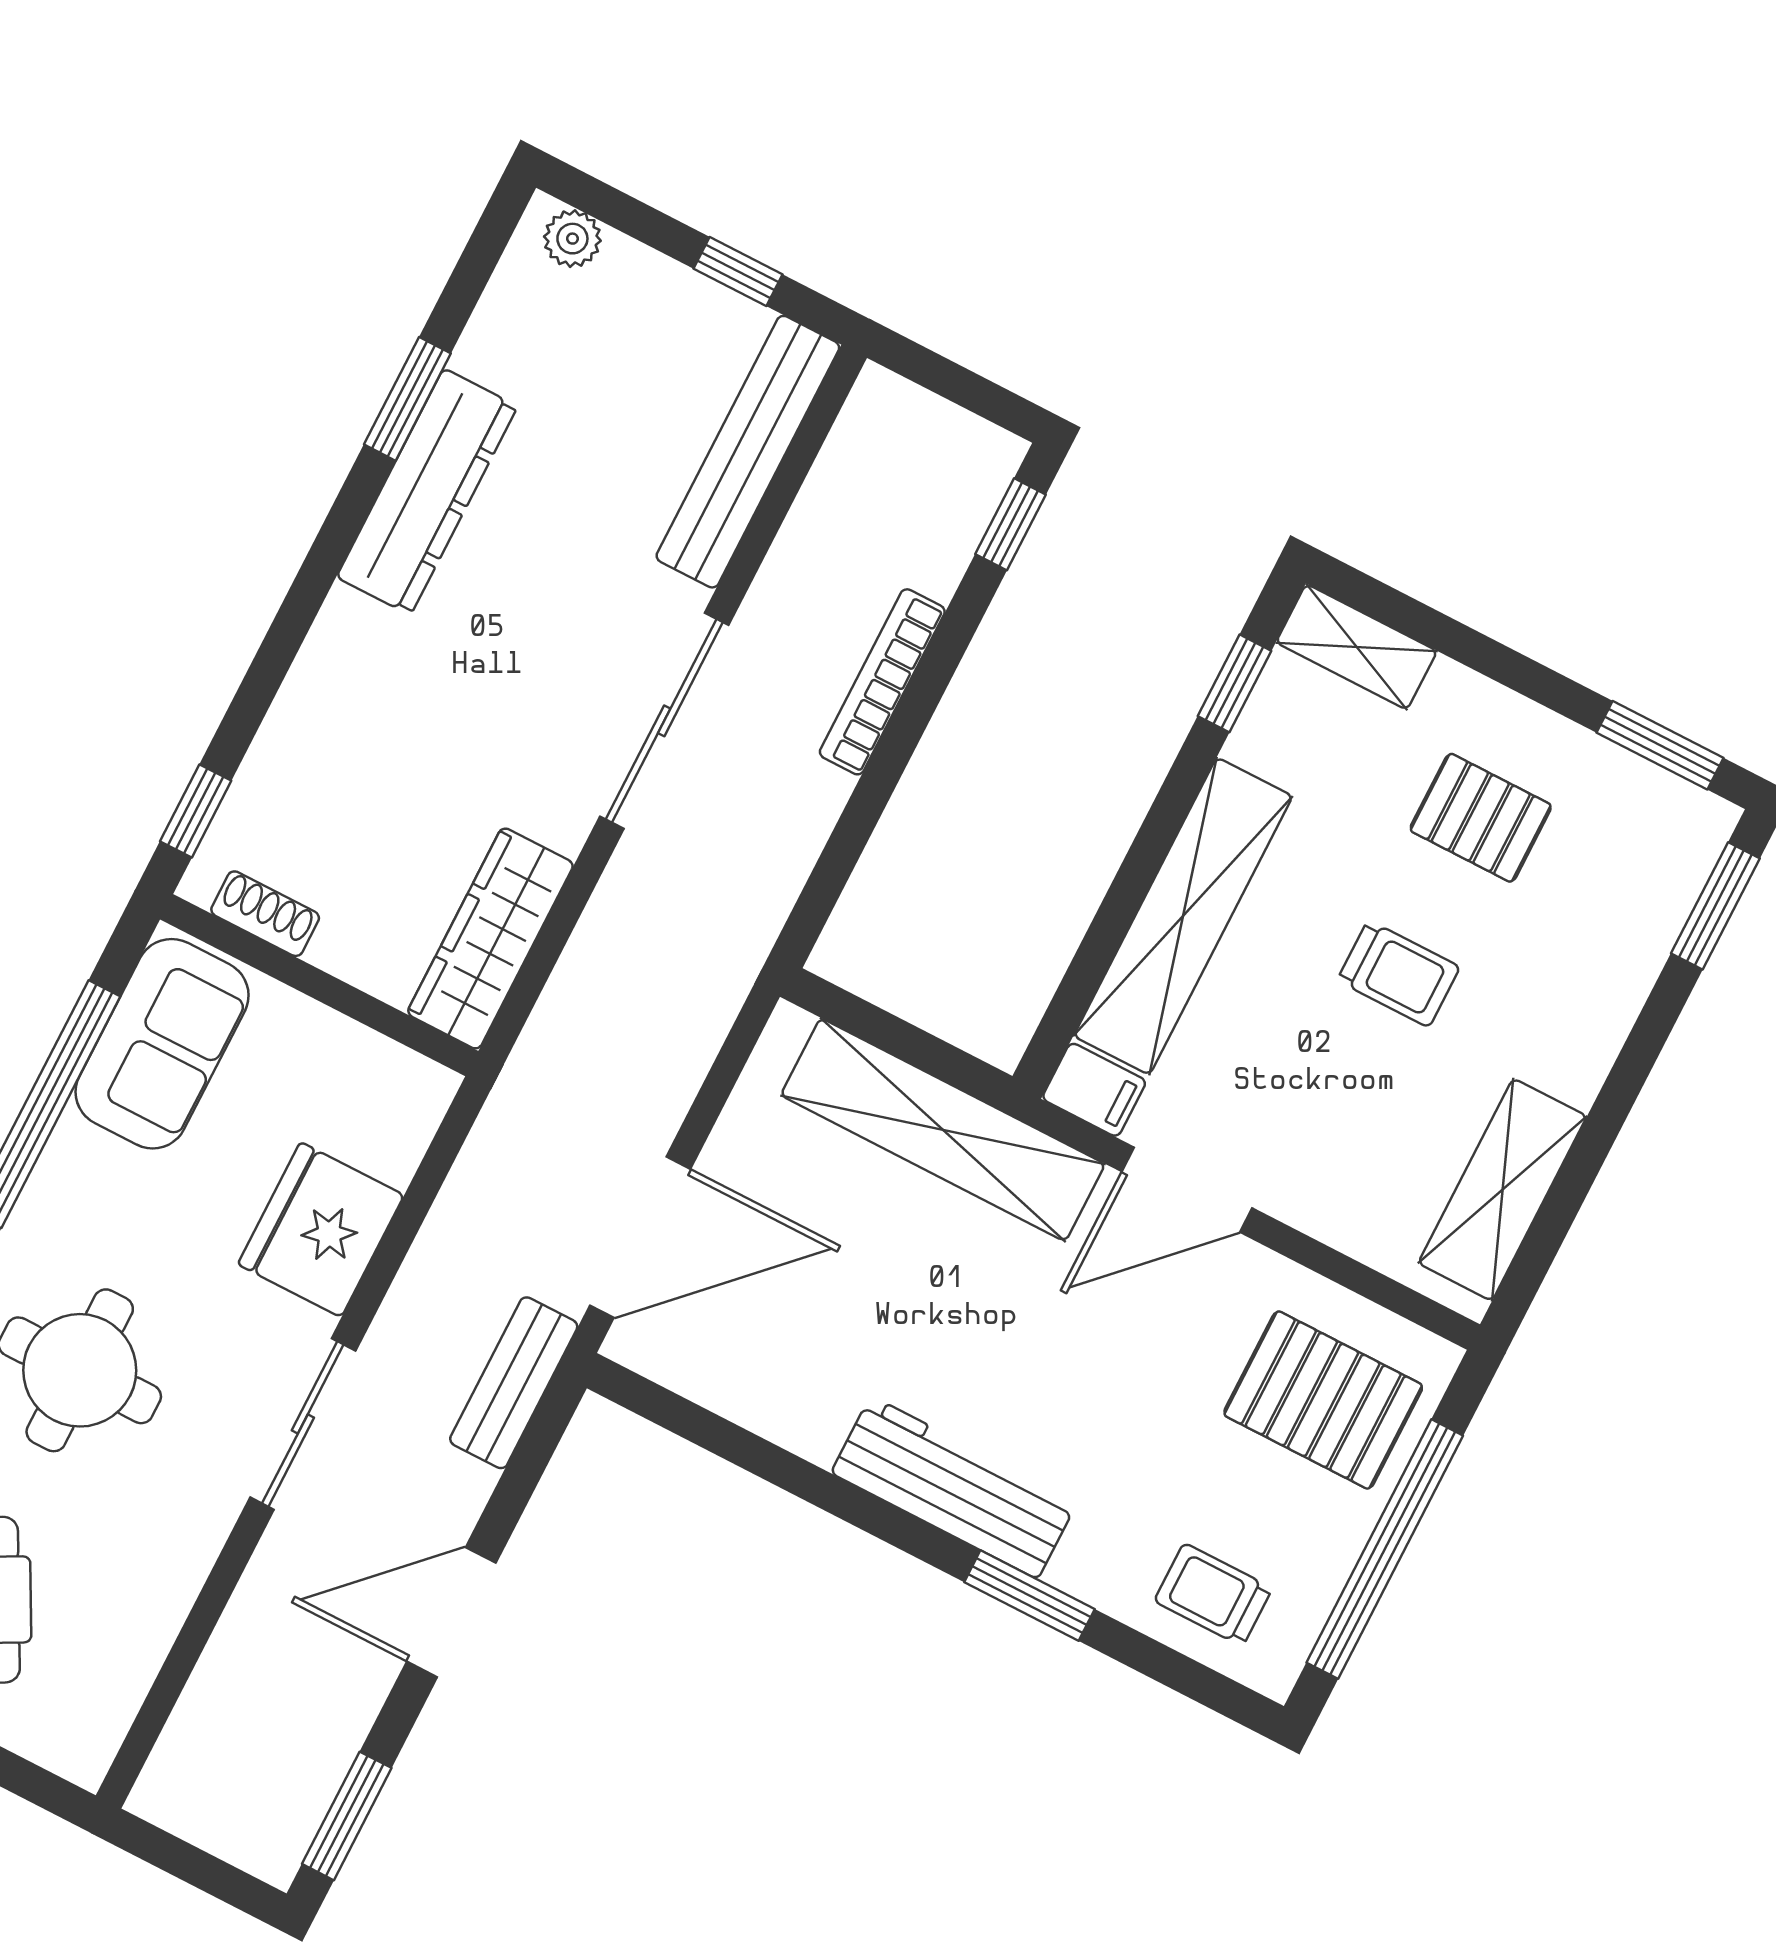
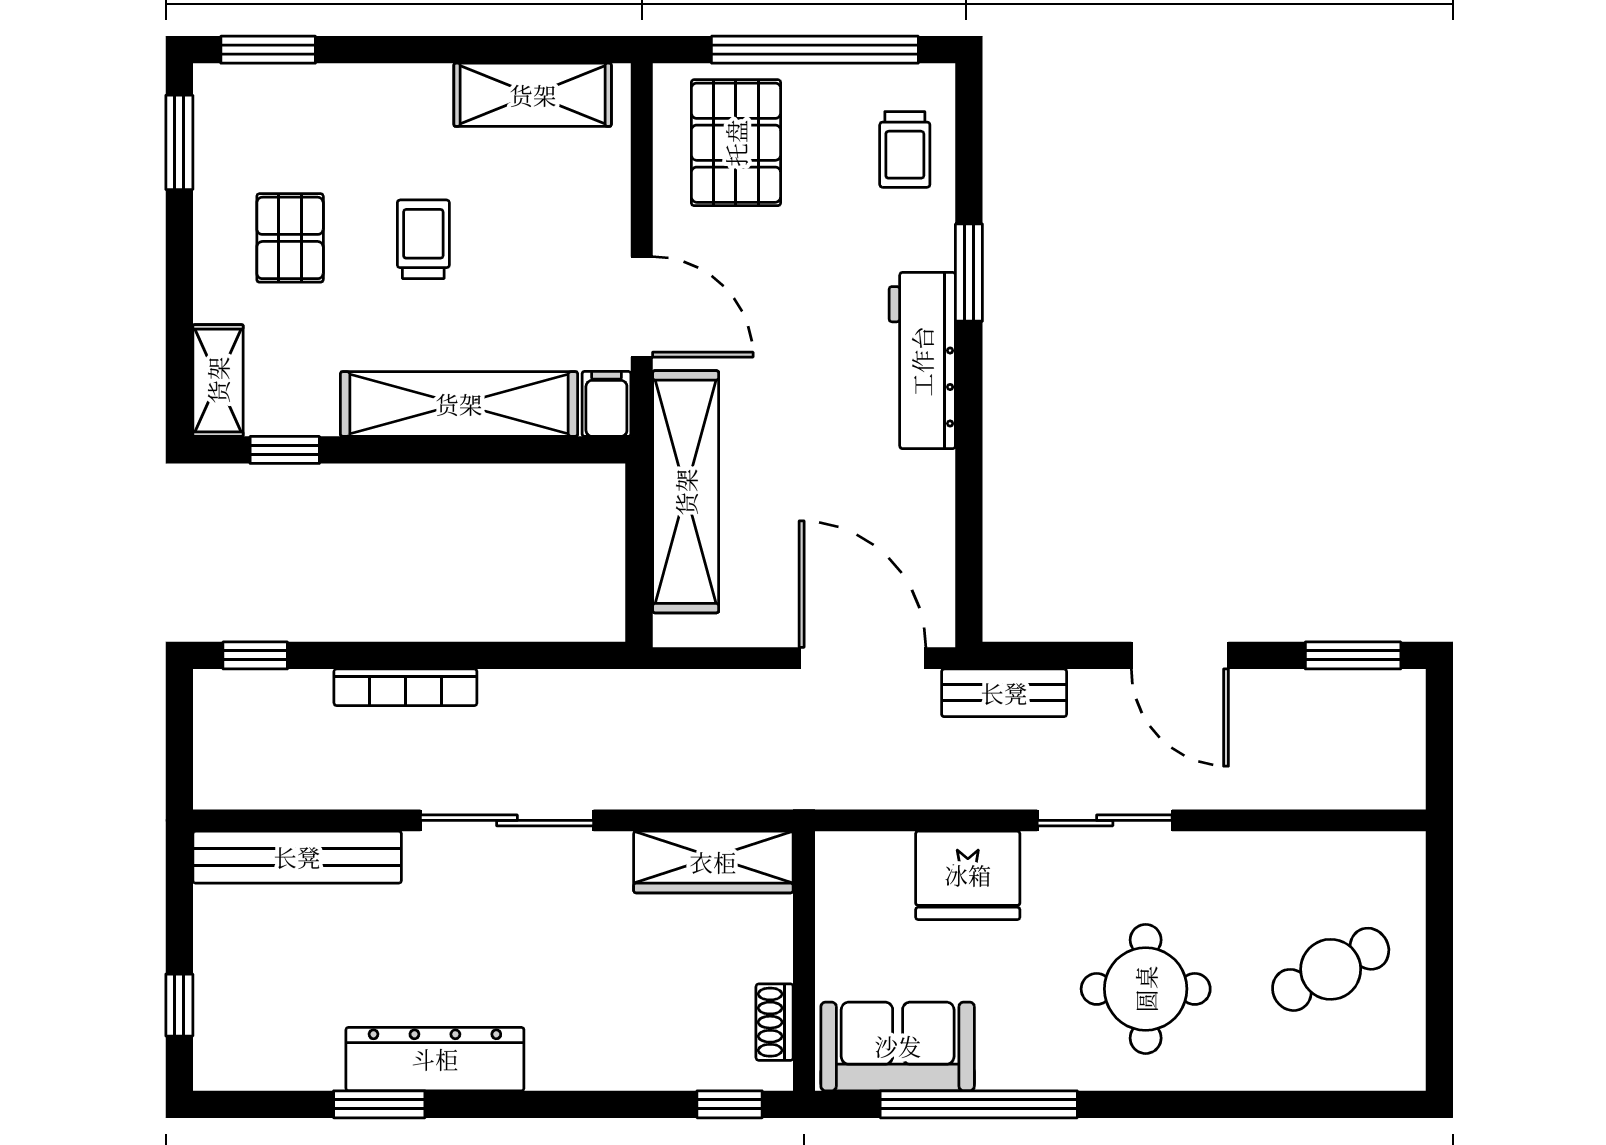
plant: (572, 239) -> (214, 1049), removed
window: (738, 271) -> (179, 1005), moved

